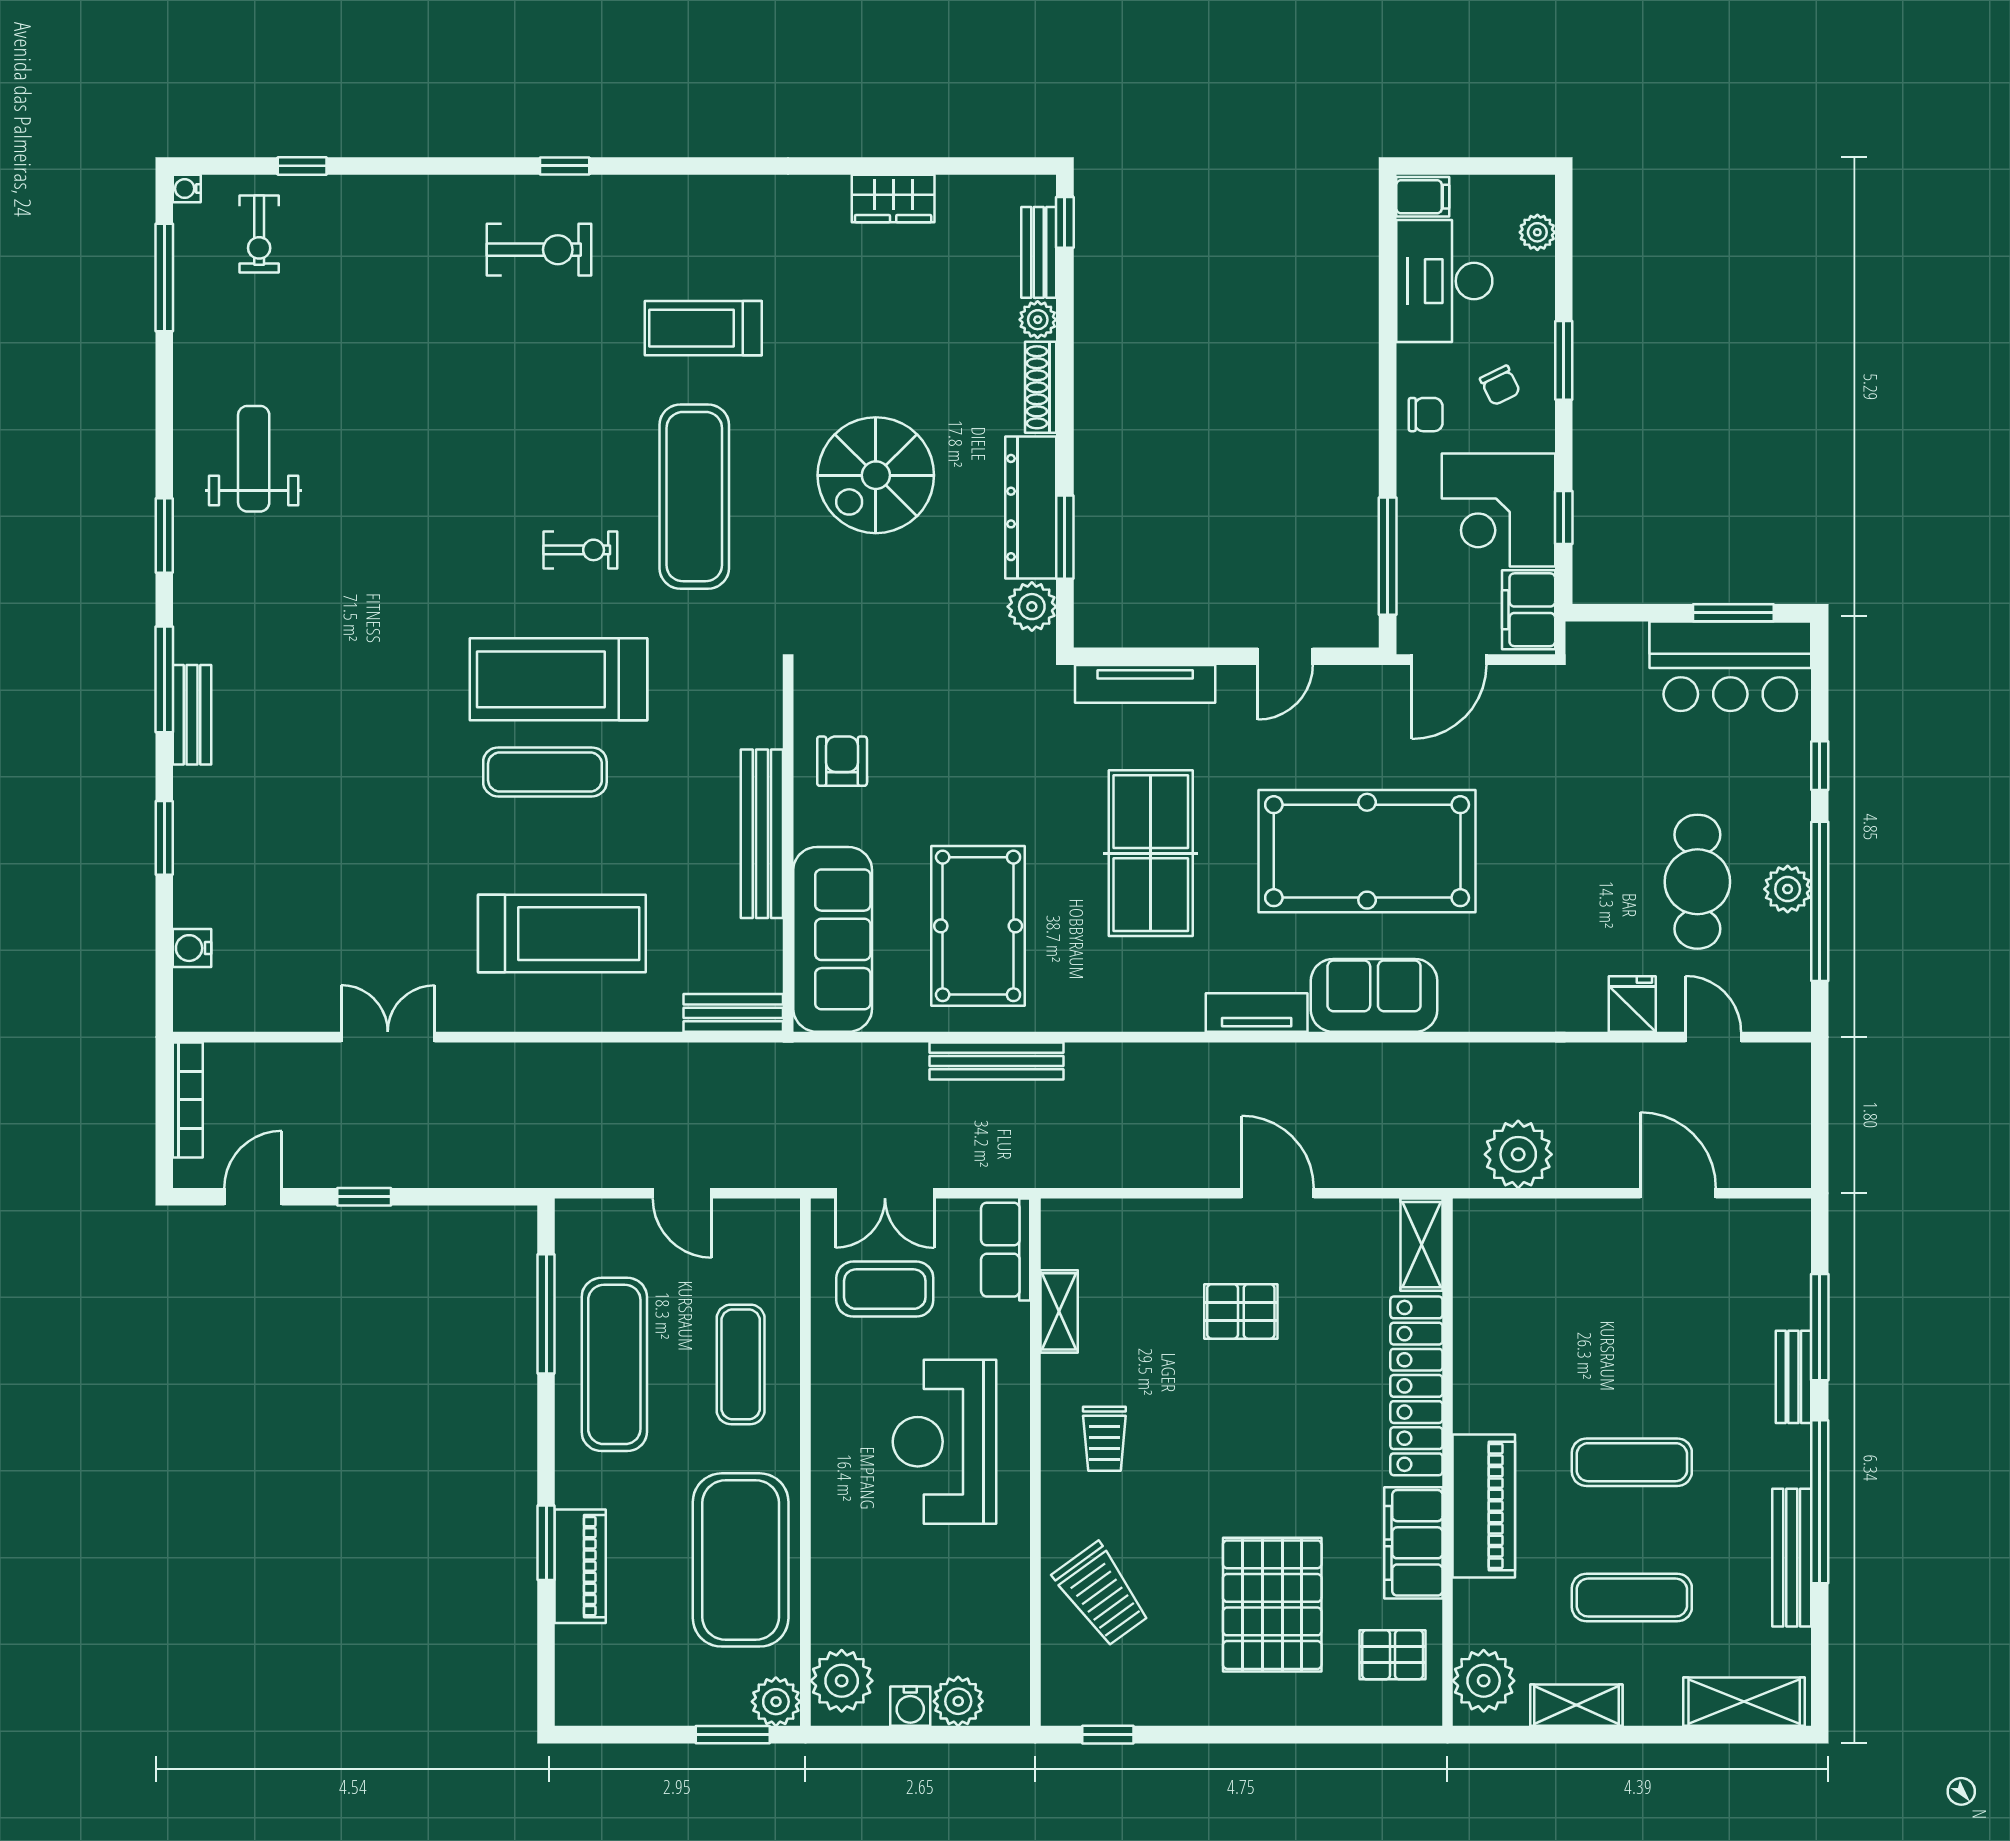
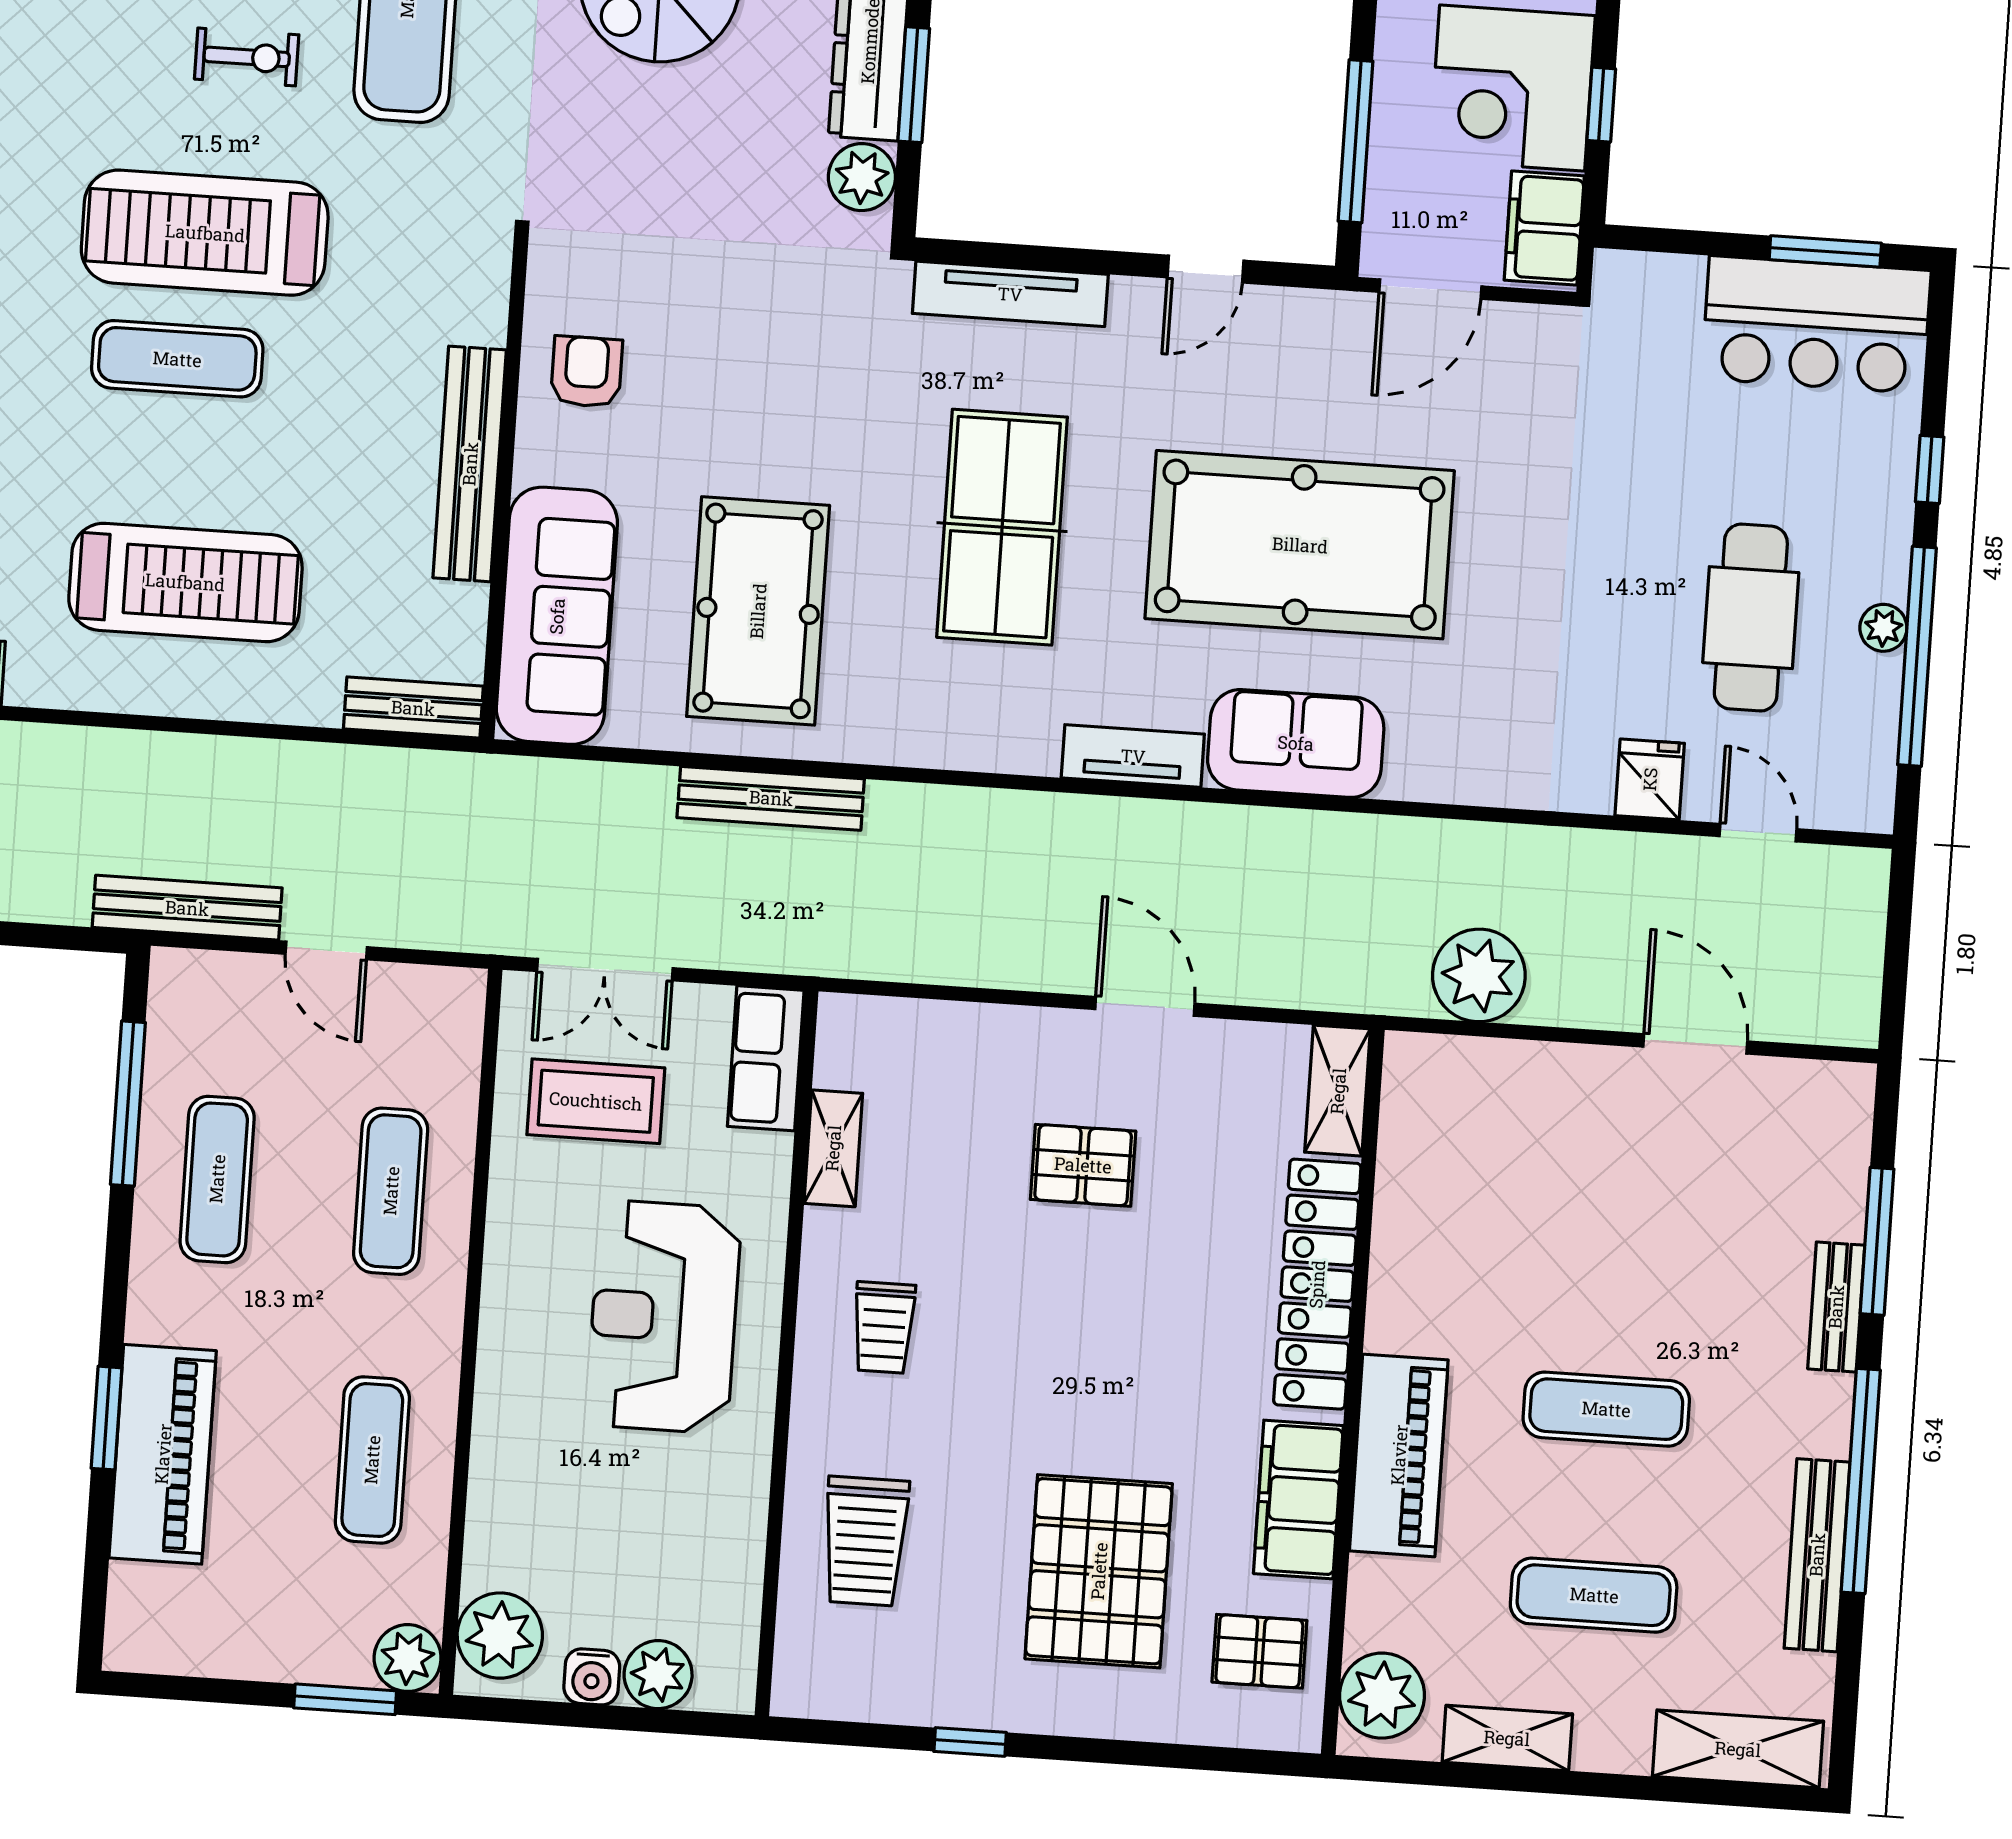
plant: (1788, 889) -> (1883, 628), width x0.73, depth x0.73
bench: (579, 1169) -> (187, 908), added
exercise mat: (614, 1364) -> (217, 1179), width x0.73, depth x0.69
exercise mat: (741, 1560) -> (372, 1460), width x0.50, depth x0.69
piano: (580, 1566) -> (163, 1454), width x1.37, depth x1.33
trolley: (1102, 1594) -> (865, 1541), turned 36
window: (1108, 1735) -> (970, 1742), moved

